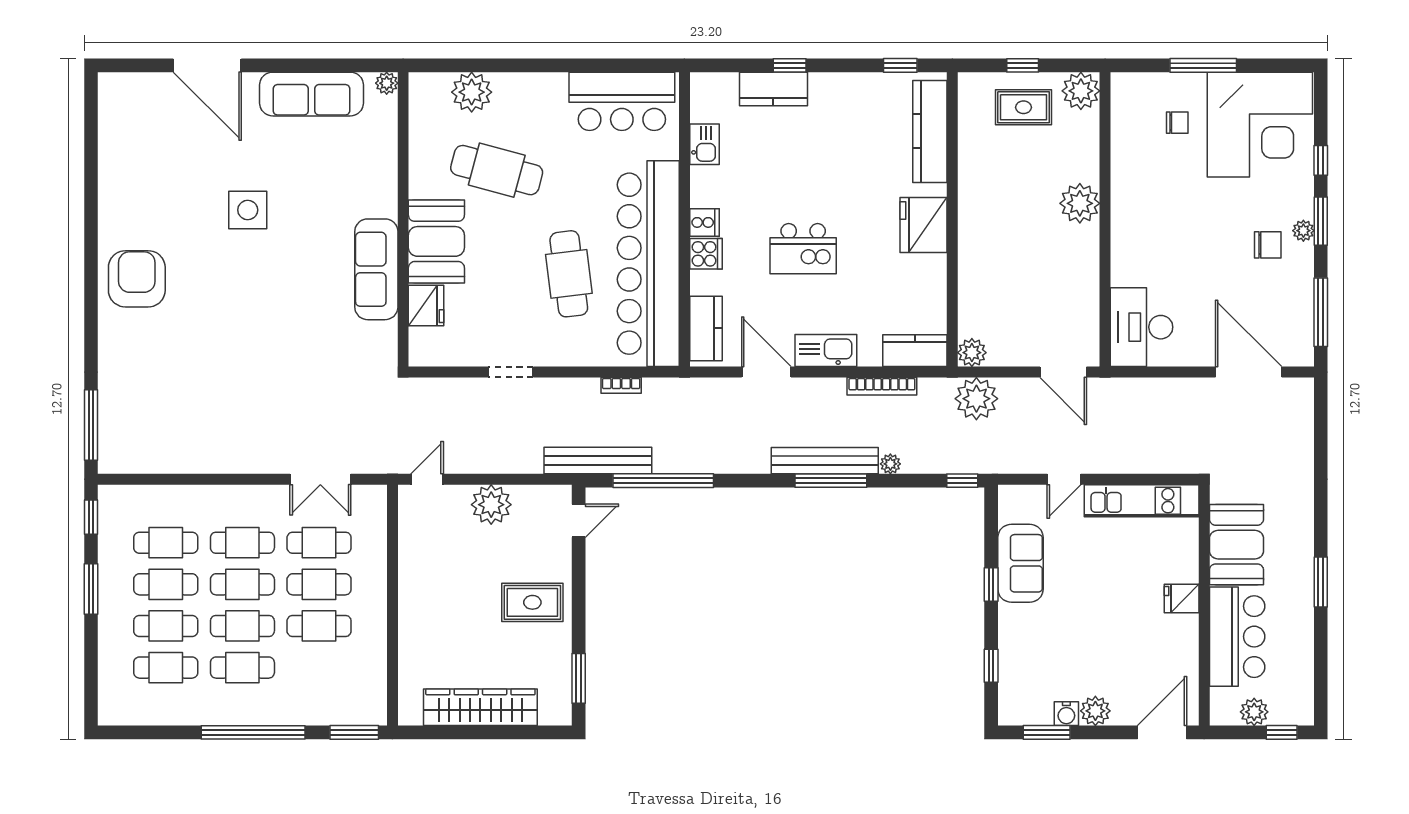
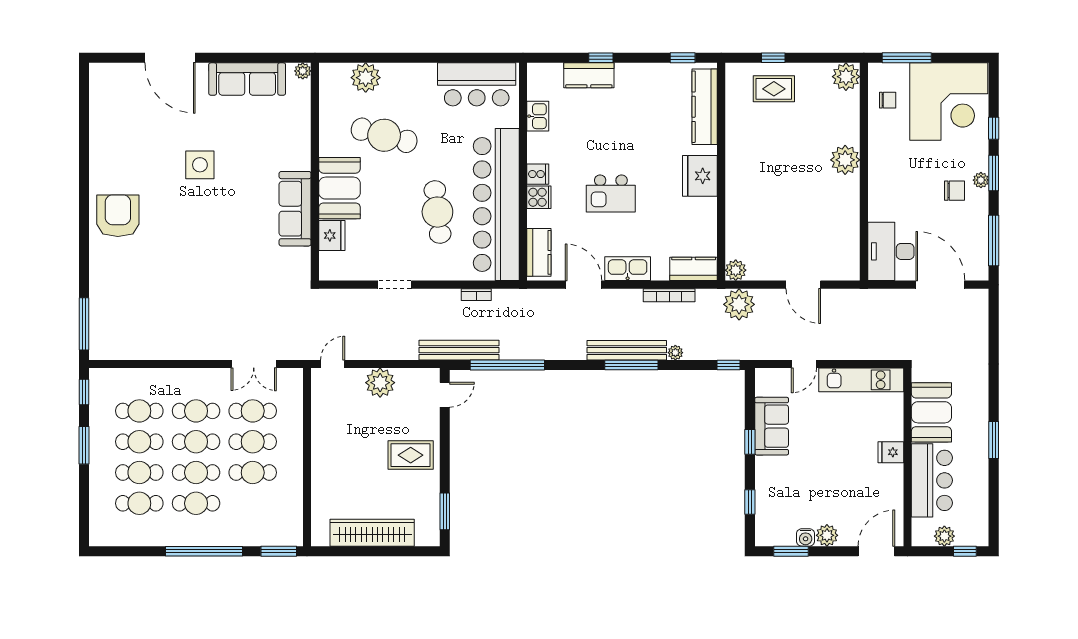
plant: (1081, 91) -> (846, 77), moved
plant: (1080, 203) -> (845, 160), moved
wall: (1105, 219) -> (864, 172), moved
desk: (1141, 327) -> (891, 251), moved

